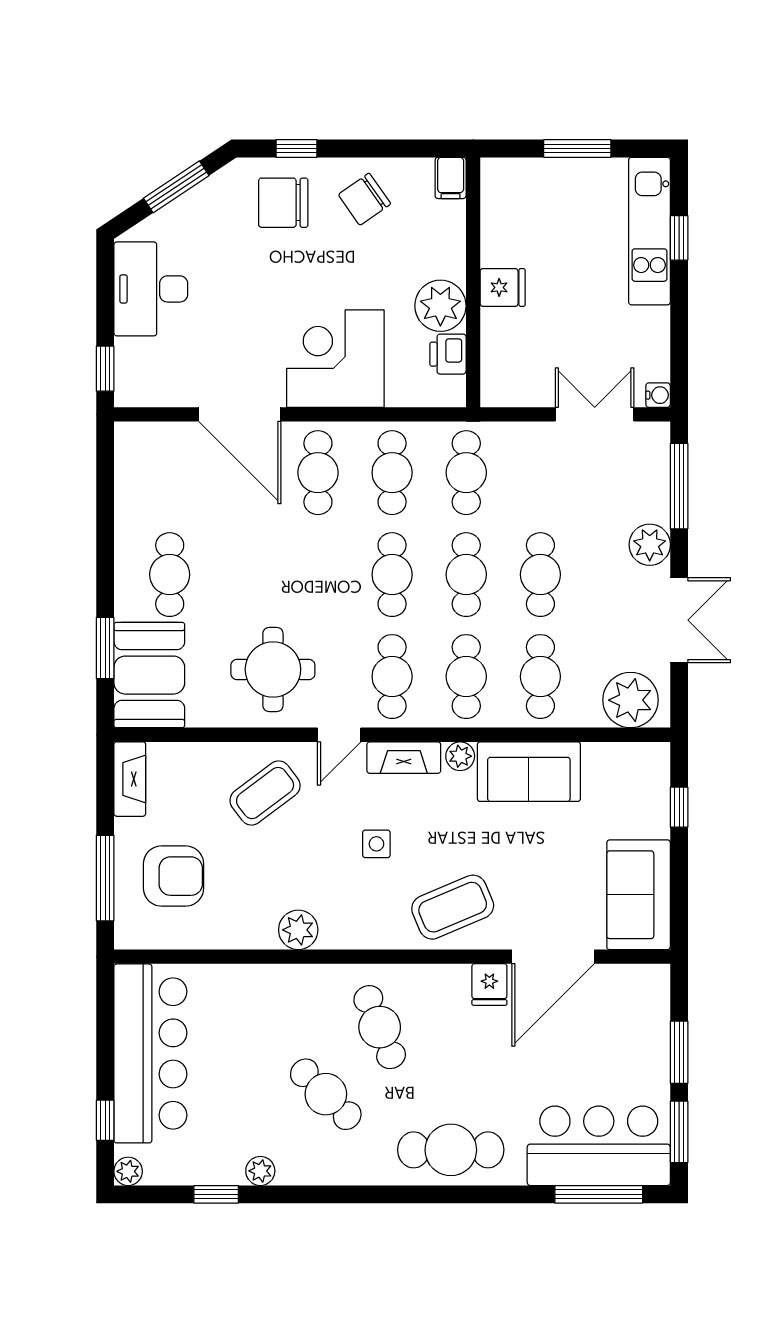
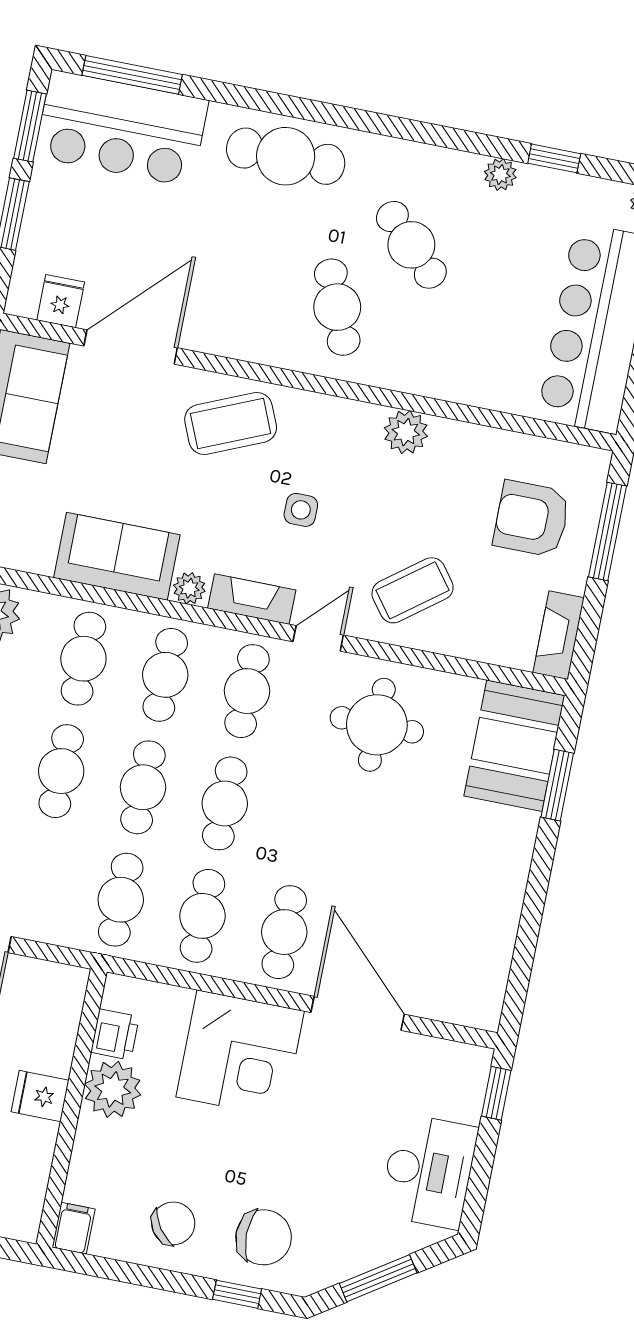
cafe table: (170, 575) -> (470, 852), removed
fridge: (489, 985) -> (61, 301), moved

